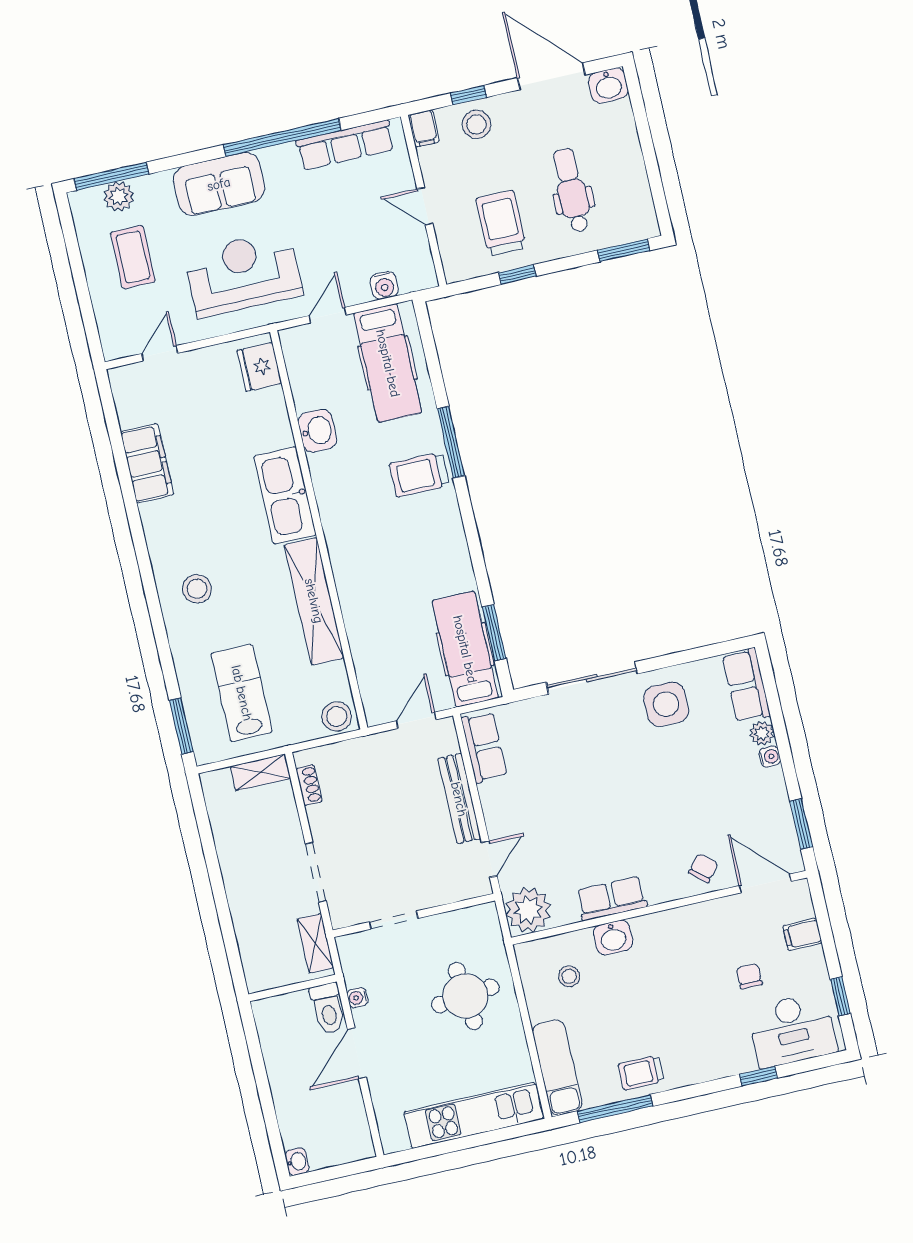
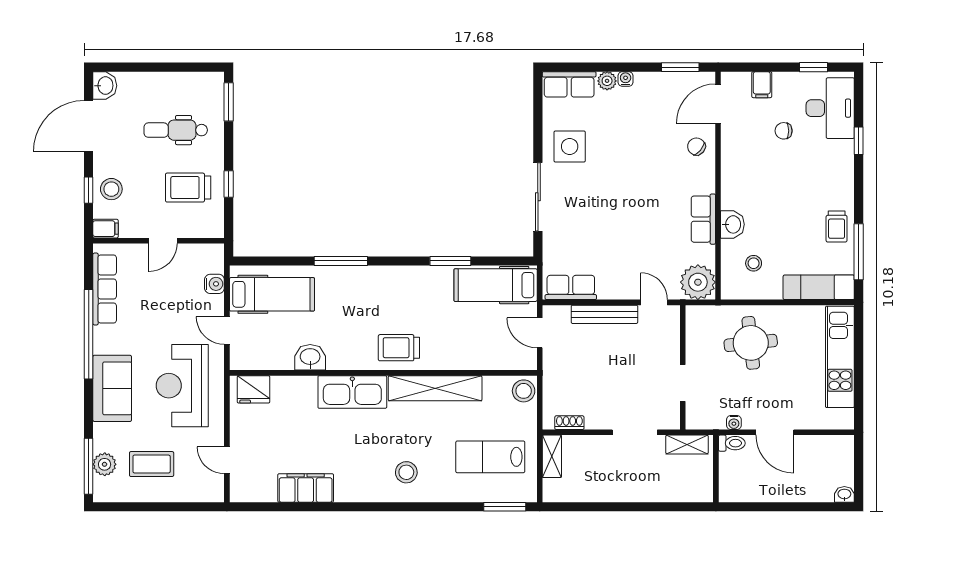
trolley: (419, 475) -> (399, 348), moved, turned 90
window: (494, 633) -> (450, 261), moved
toilet: (328, 1008) -> (732, 443), width x0.73, depth x0.72

